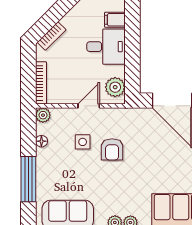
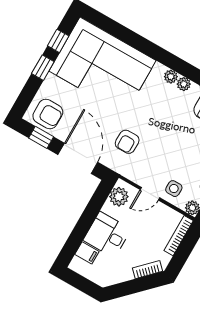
side table: (83, 142) -> (174, 189), moved
armchair: (112, 149) -> (127, 142), moved, turned 180

